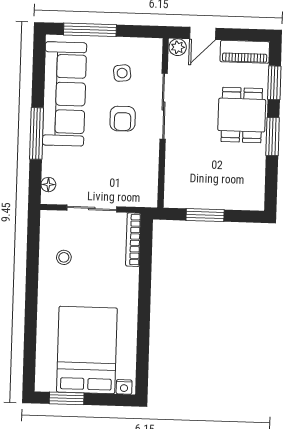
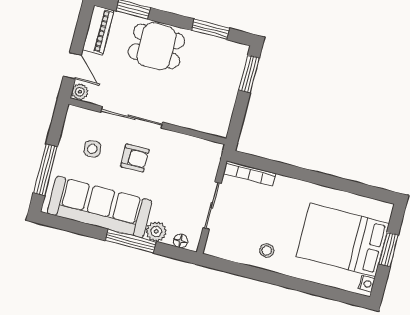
window: (273, 136) -> (210, 29), moved
plant: (52, 157) -> (156, 231), added
window: (205, 215) -> (249, 74), moved
stool: (64, 257) -> (267, 251), moved
nightstand: (124, 387) -> (367, 284), moved
window: (67, 398) -> (389, 249), moved

